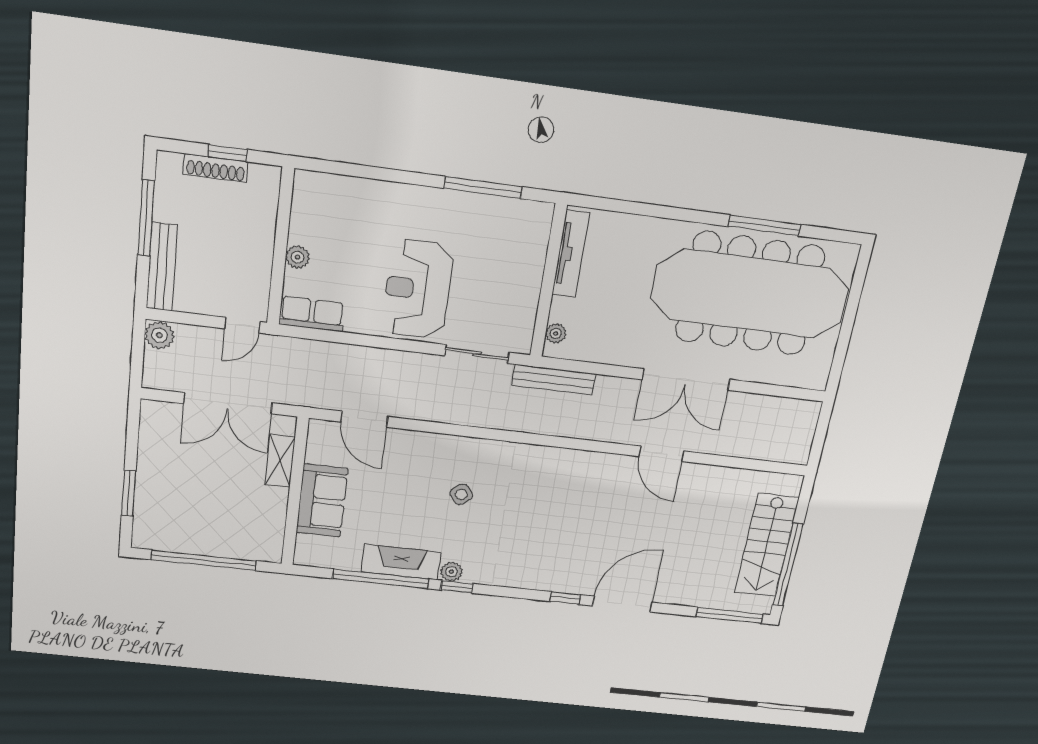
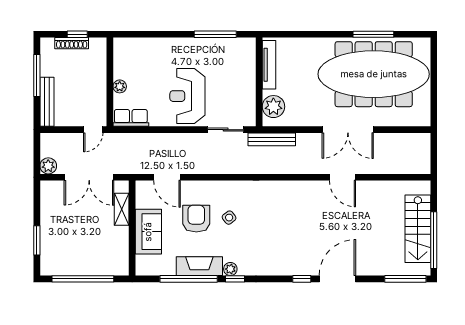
plant: (556, 334) -> (273, 107), width x1.88, depth x1.88
plant: (159, 335) -> (48, 166), moved
armchair: (406, 490) -> (196, 219), added

